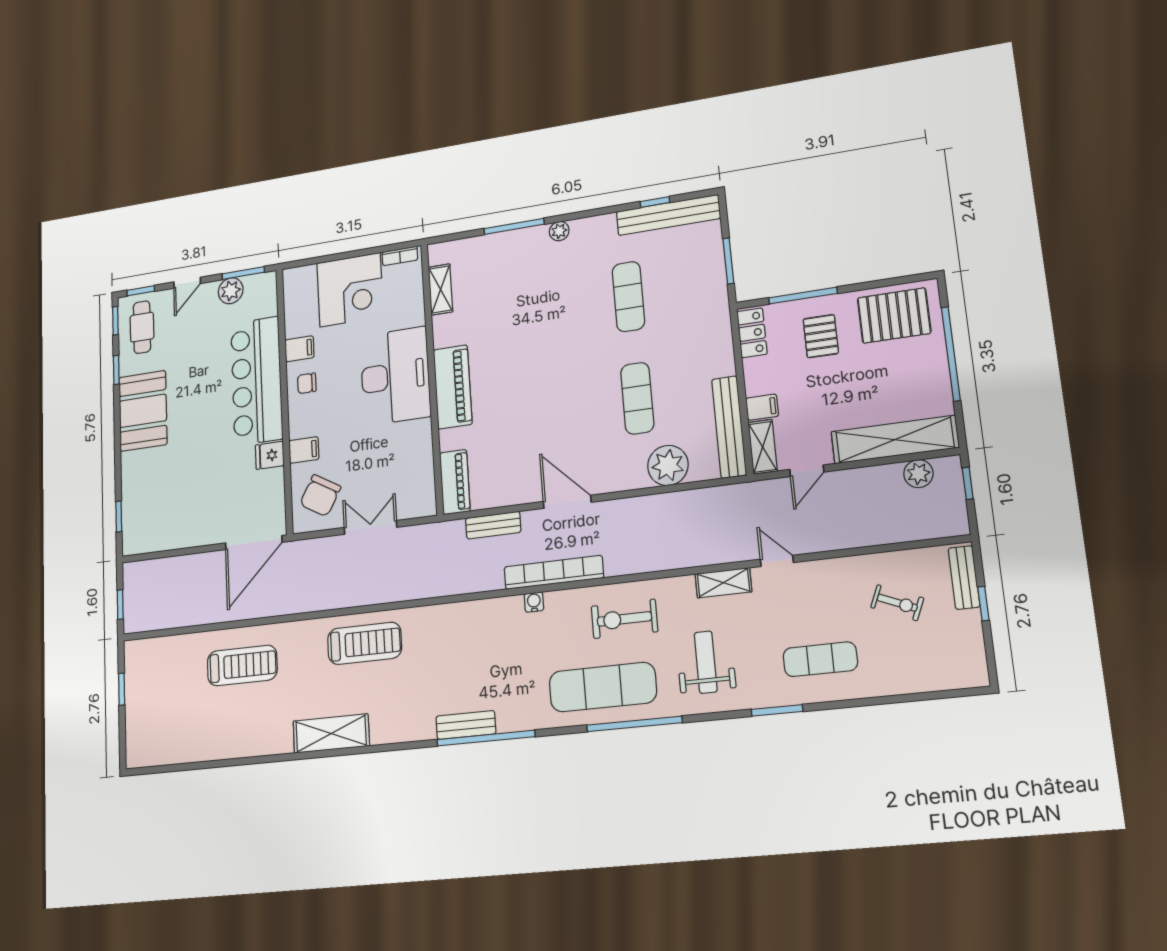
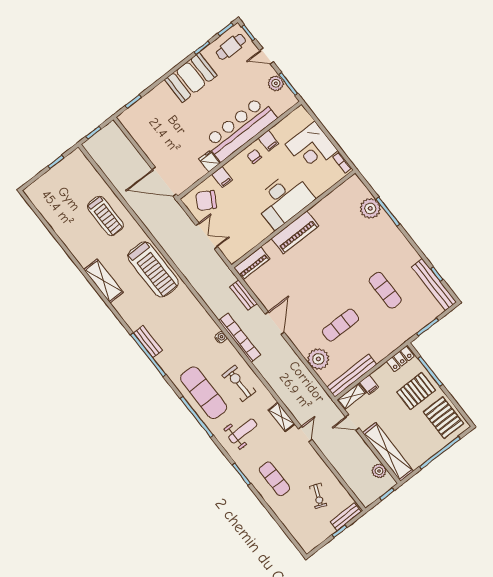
plant: (559, 231) -> (370, 208), moved, width x1.87, depth x1.87
shelving: (440, 289) -> (337, 195), removed
exercise mat: (628, 297) -> (385, 290), turned 90
pallet: (821, 336) -> (416, 391), width x1.50, depth x1.42
treadmill: (365, 643) -> (153, 269), width x1.37, depth x1.38

